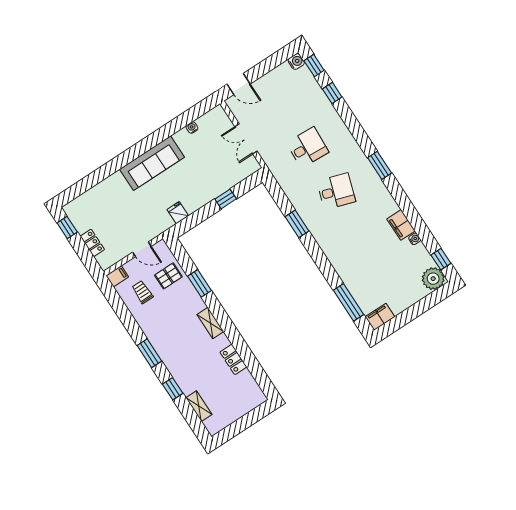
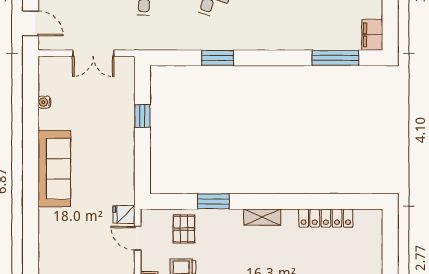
door: (239, 84) -> (31, 23), hinge flipped
fridge: (178, 213) -> (124, 214), moved
door: (142, 249) -> (138, 238), swing flipped
locker: (233, 359) -> (326, 218), width x1.53

